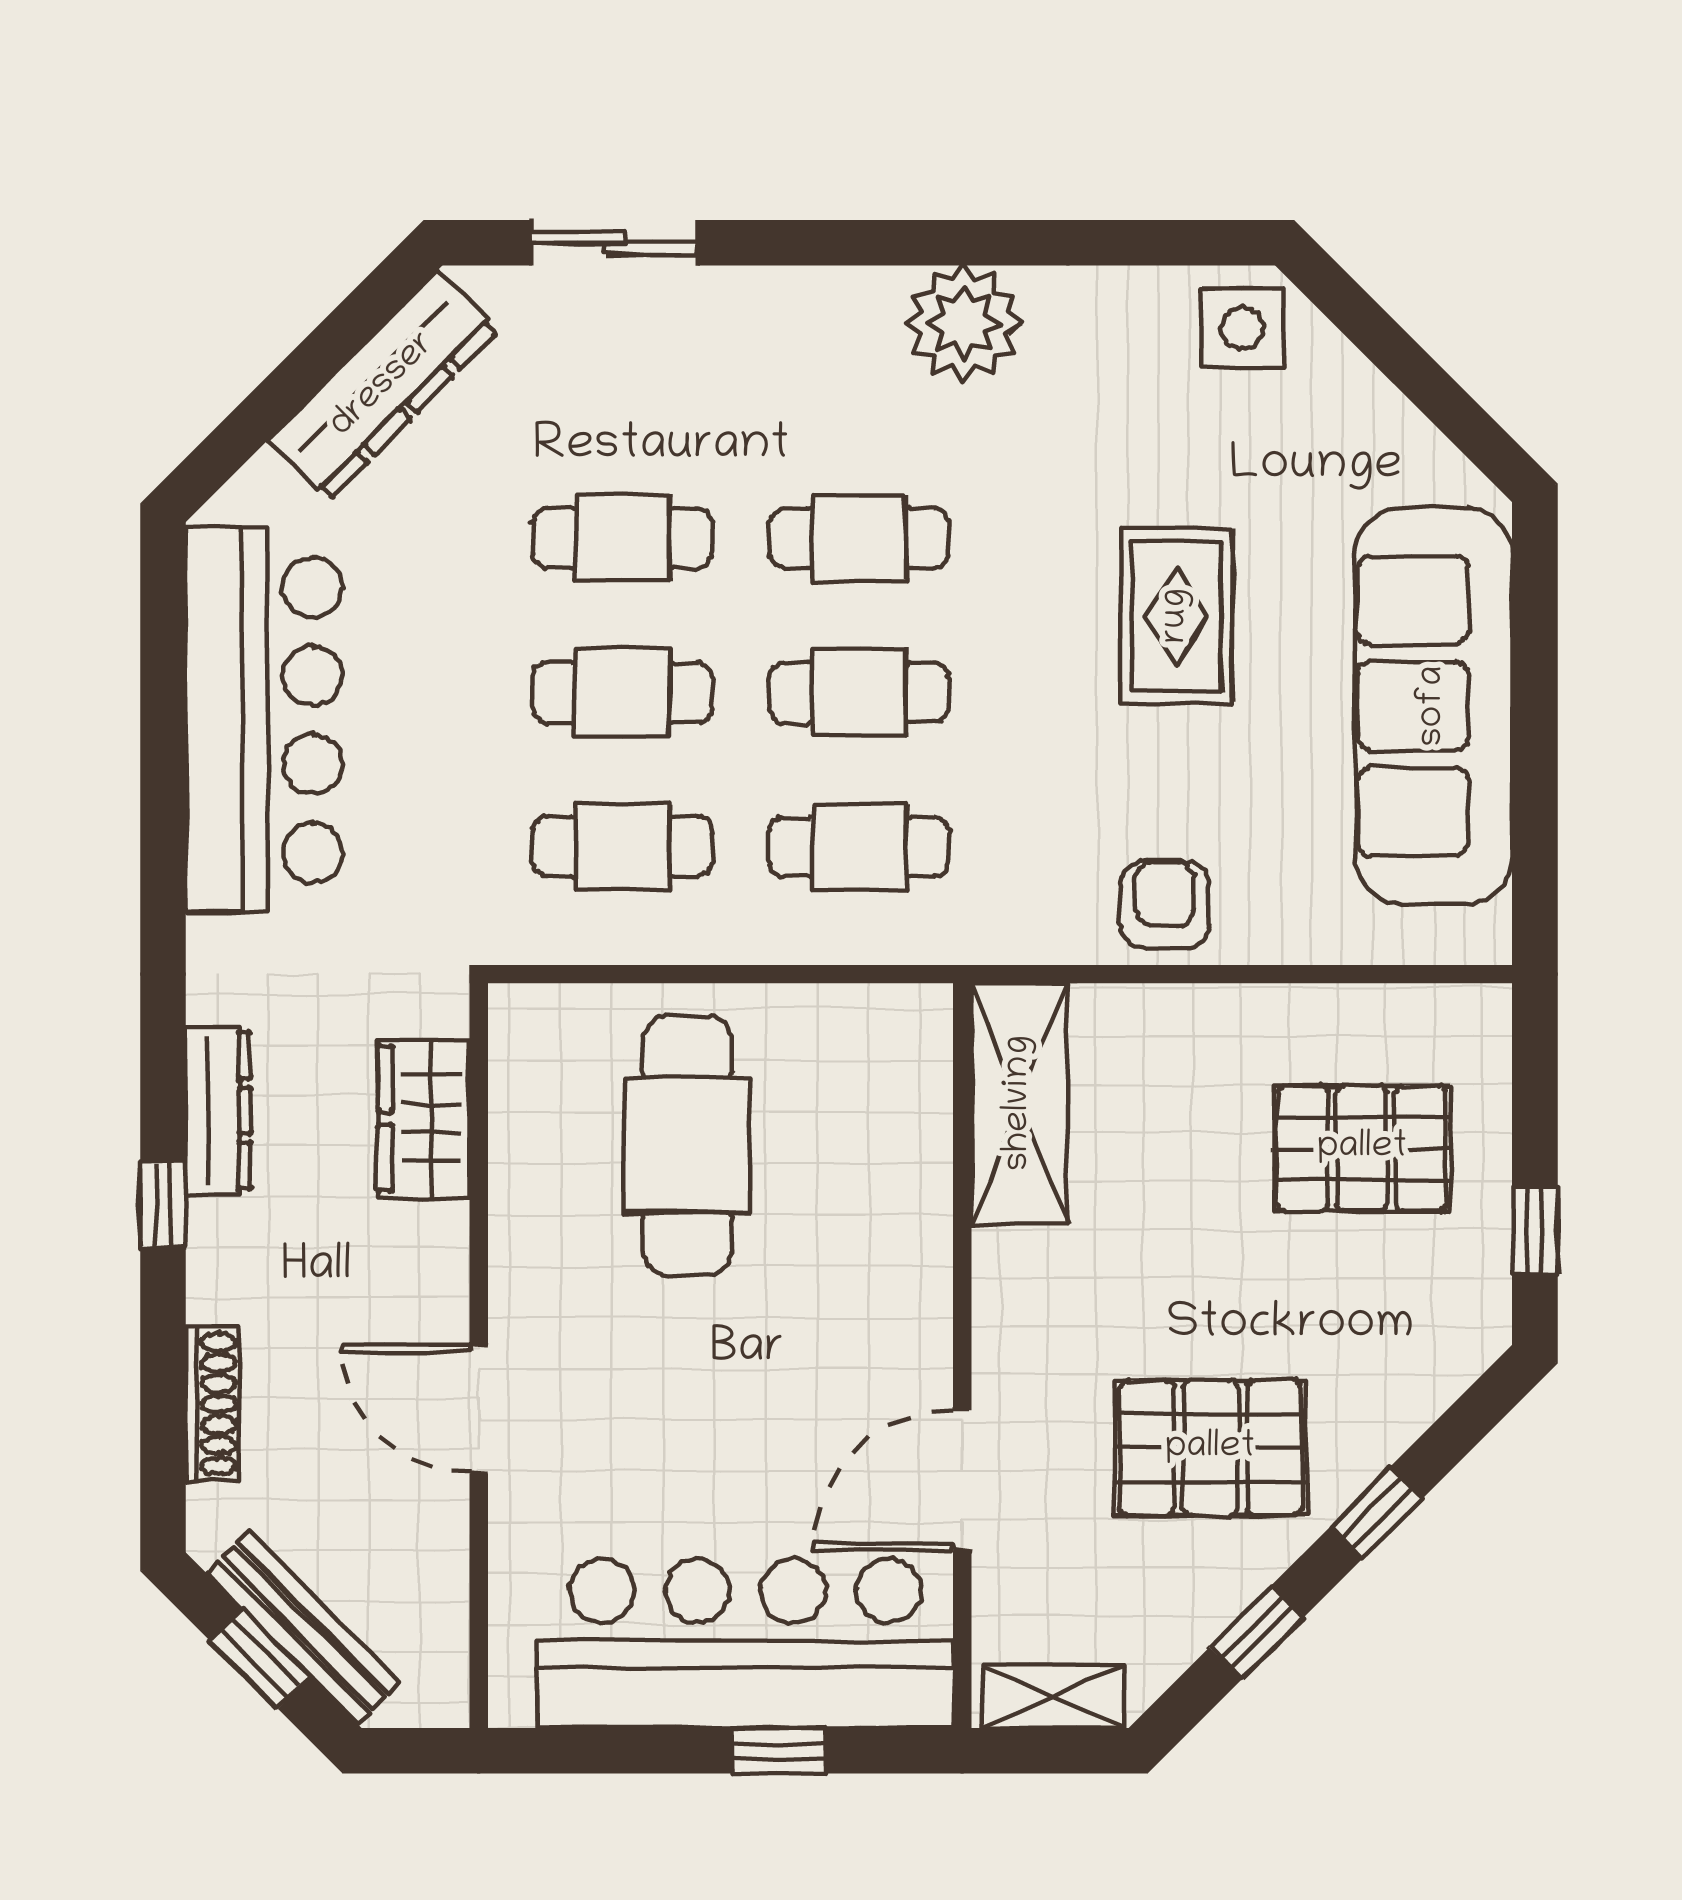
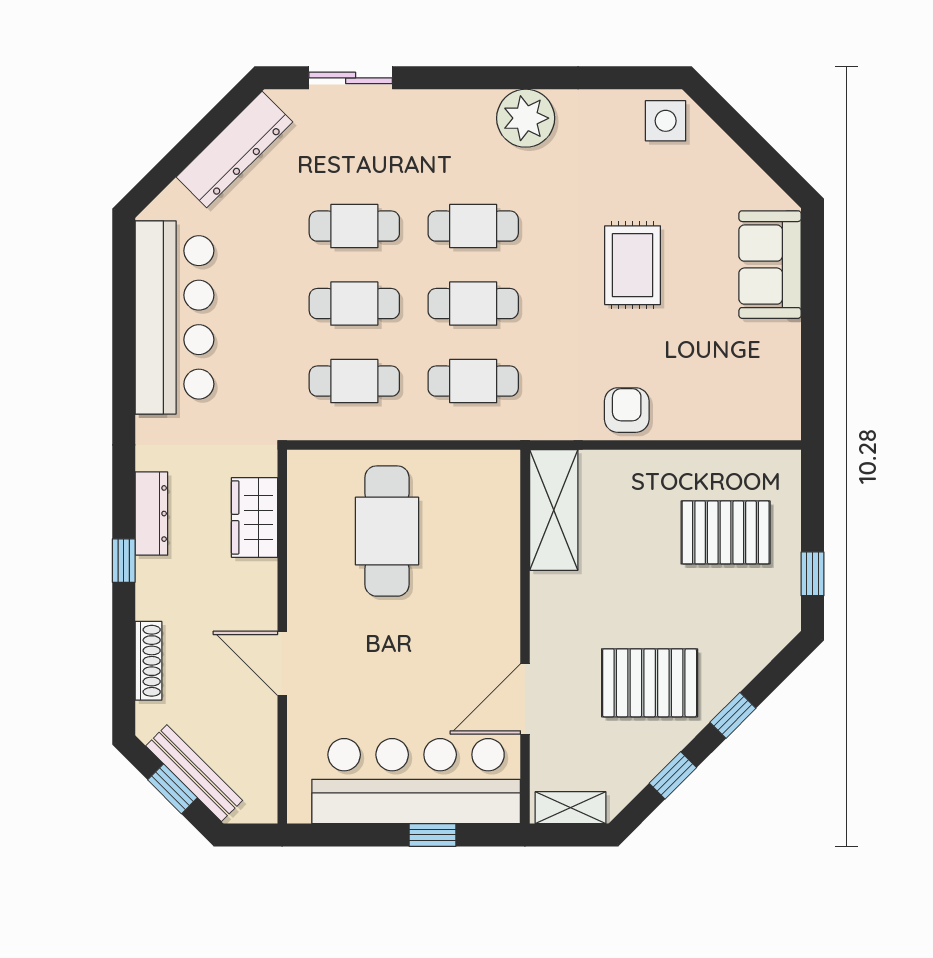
sofa: (1433, 706) -> (770, 265), width x0.54, depth x0.79

